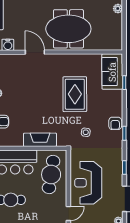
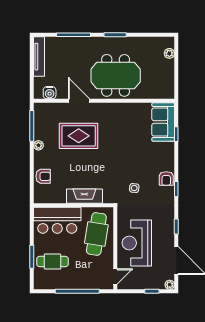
rug: (75, 94) -> (79, 136), moved, turned 90

